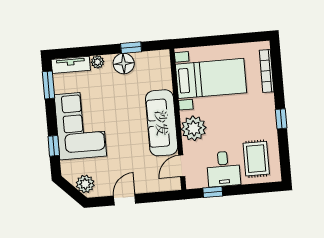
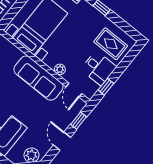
plant: (194, 128) -> (60, 69), width x0.53, depth x0.53
window: (158, 197) -> (79, 121), added

